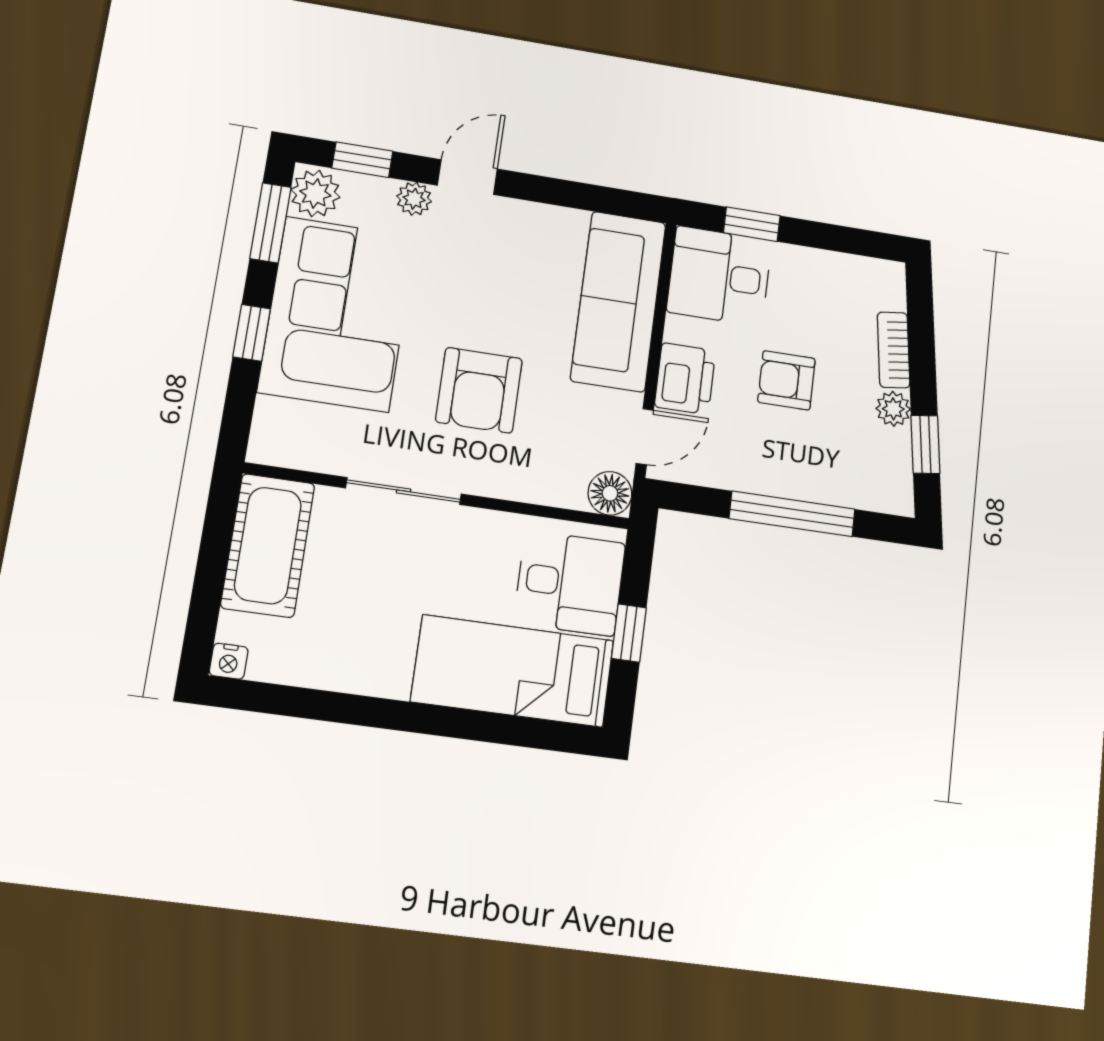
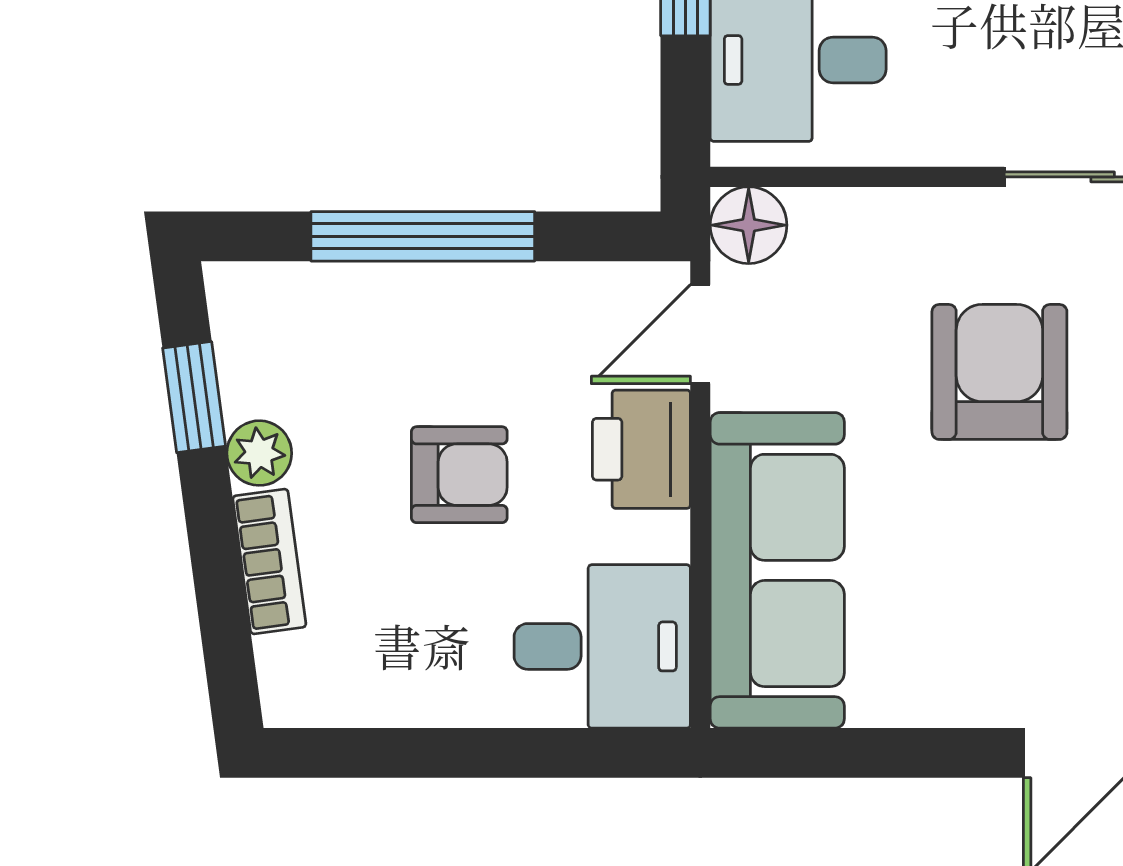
window: (752, 224) -> (554, 753), removed

